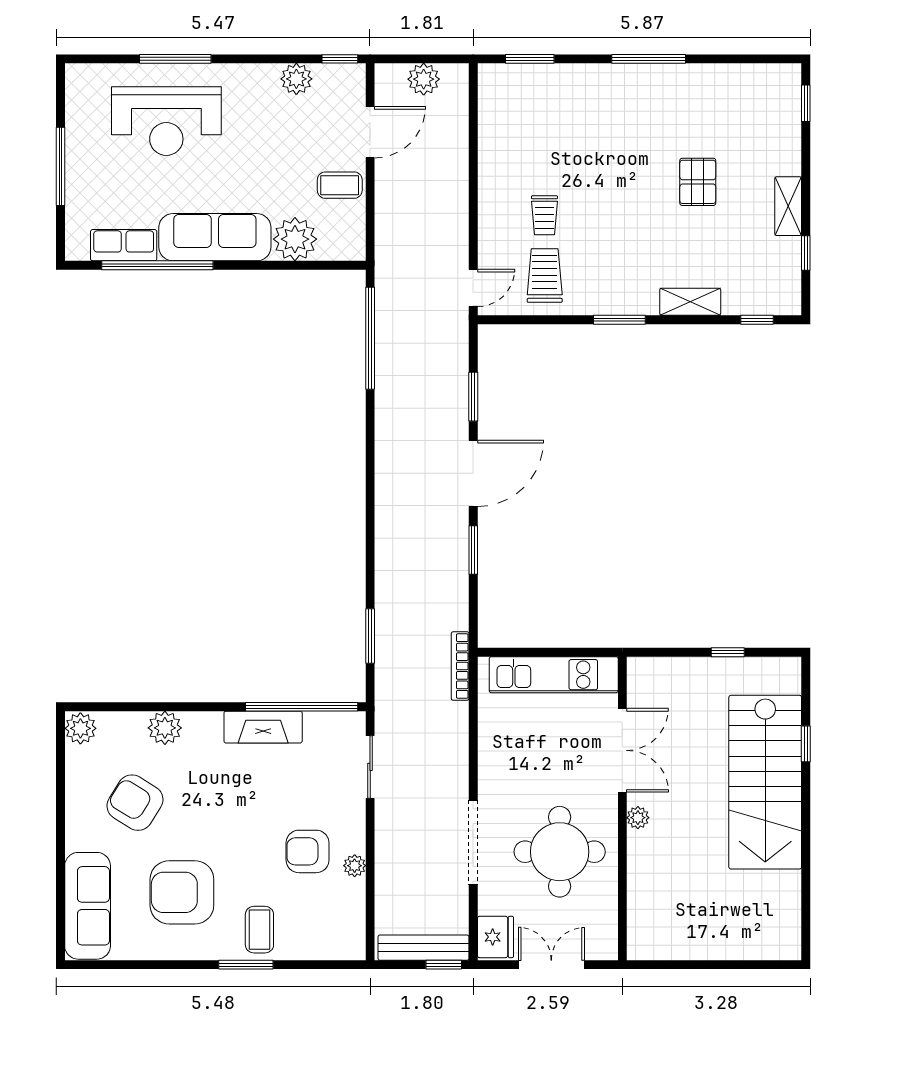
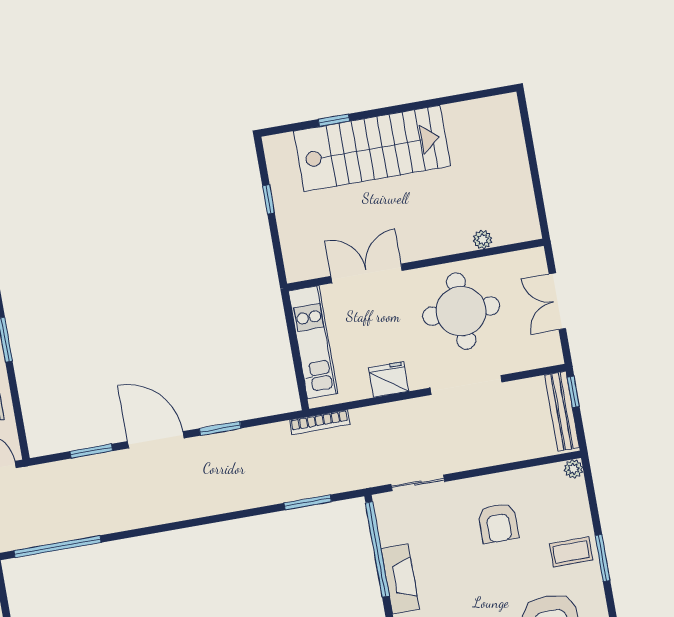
plant: (638, 818) -> (483, 239), moved
plant: (355, 866) -> (573, 469), moved
fridge: (495, 937) -> (389, 379), moved

